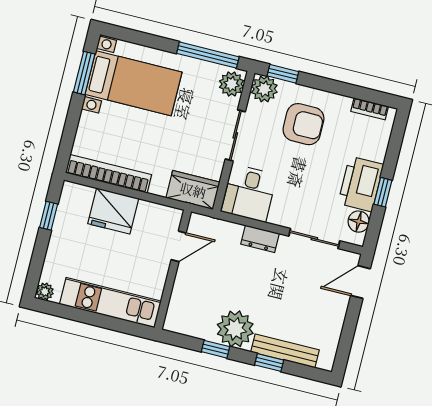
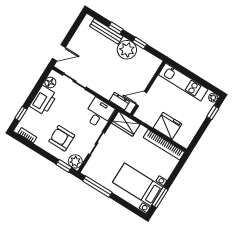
plant: (232, 84) -> (90, 169), removed
window: (383, 192) -> (21, 114), moved
window: (49, 216) -> (213, 113), moved
dresser: (260, 239) -> (119, 101), moved

